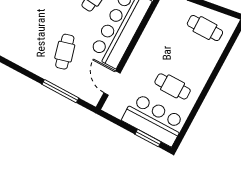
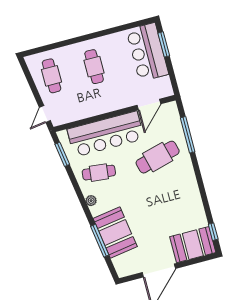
cafe table: (65, 52) -> (158, 157), width x1.37, depth x1.35
cafe table: (173, 86) -> (94, 67), moved

